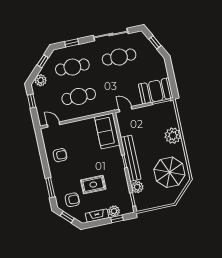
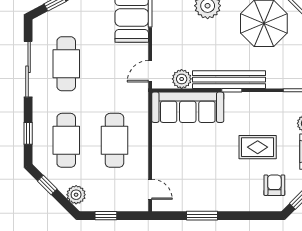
door: (54, 125) -> (150, 189), swing flipped
sofa: (107, 131) -> (188, 107), width x1.36
armchair: (60, 155) -> (200, 189), removed
rug: (93, 185) -> (258, 147), turned 90
plant: (137, 187) -> (182, 79), moved
window: (50, 188) -> (202, 216), moved

